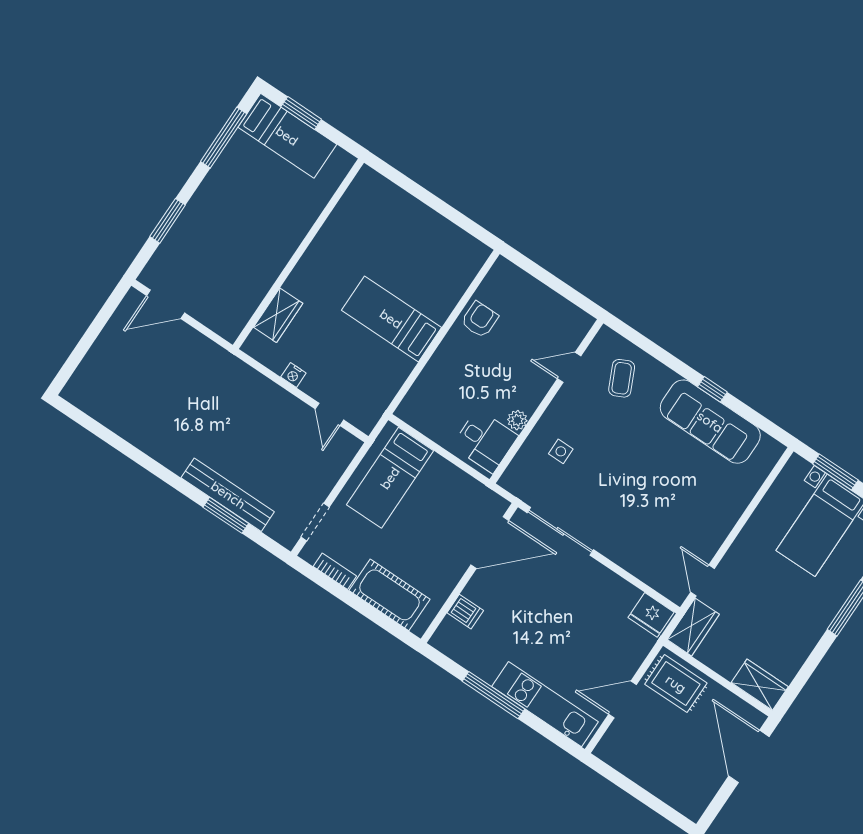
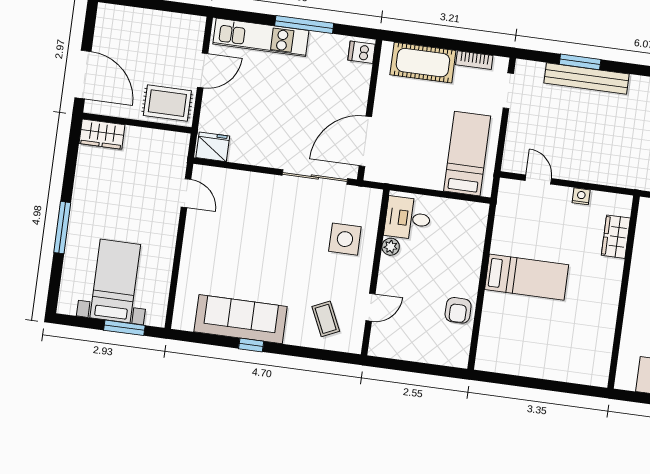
side table: (561, 451) -> (345, 239), width x1.87, depth x1.87
dishwasher: (465, 612) -> (361, 52), moved
wardrobe: (693, 627) -> (175, 154), removed

